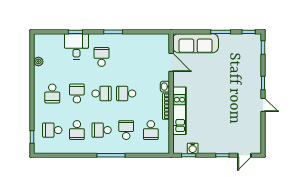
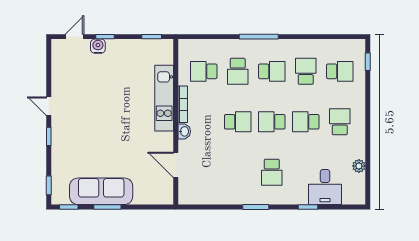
sofa: (196, 43) -> (101, 191), moved
desk: (76, 46) -> (325, 187), moved
school desk: (77, 94) -> (306, 122), turned 90
school desk: (151, 130) -> (204, 71), turned -90
water cooler: (193, 148) -> (98, 46), moved

